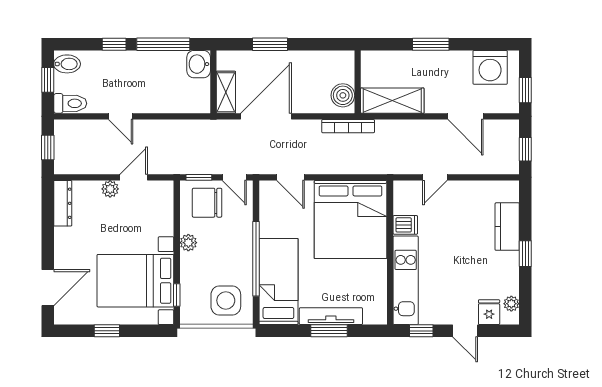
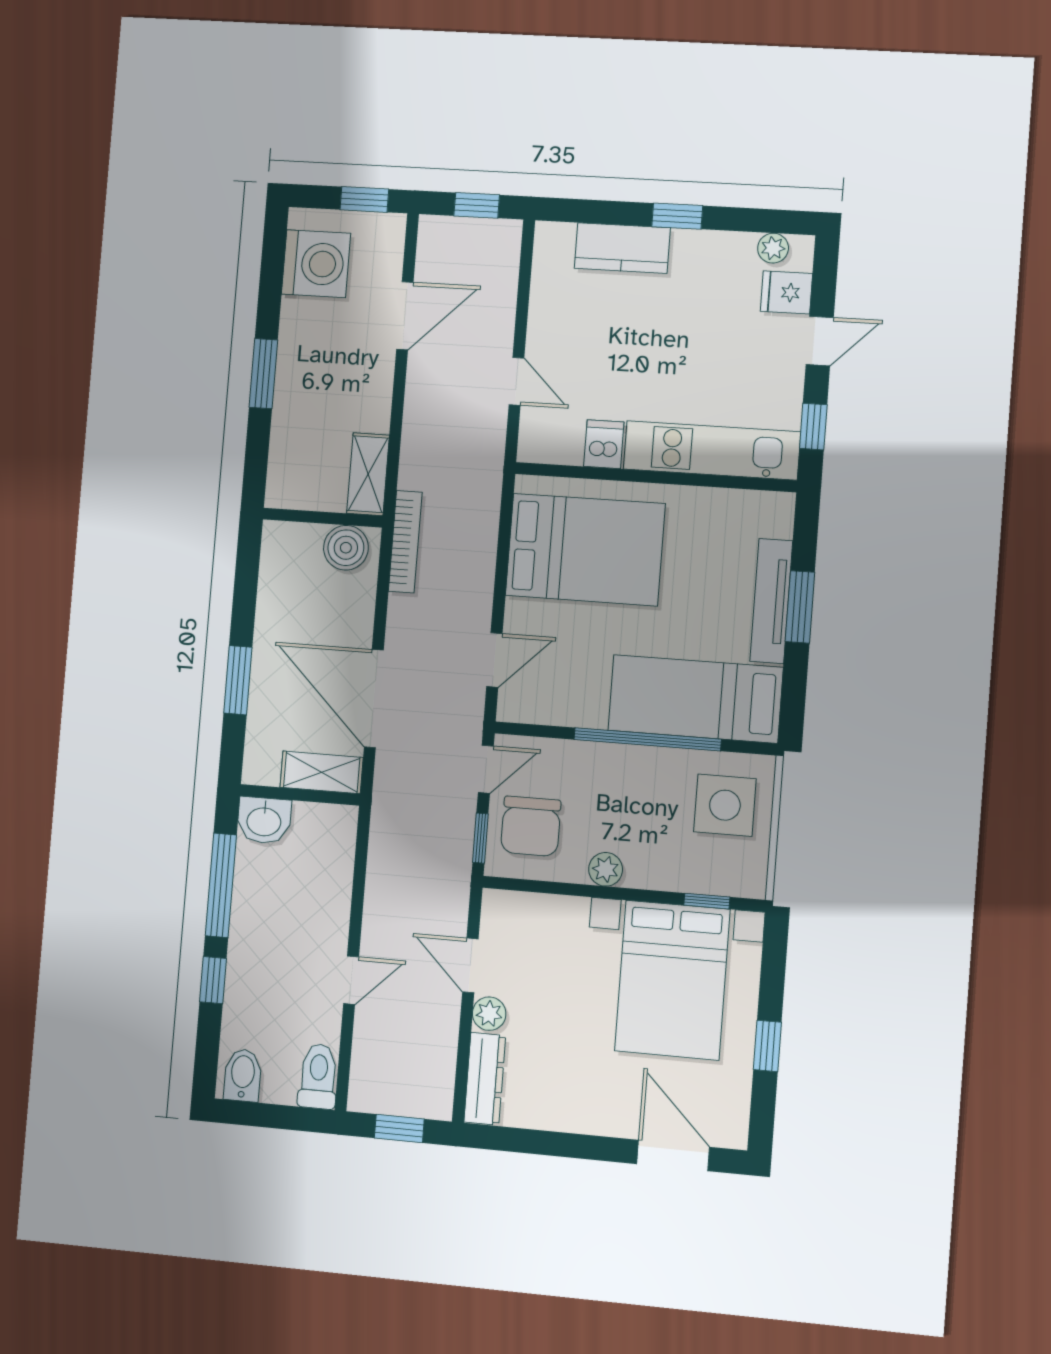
window: (48, 80) -> (270, 1116), removed
shelving: (392, 101) -> (368, 474), width x0.67, depth x0.75
dresser: (63, 203) -> (485, 1079), moved, turned 90
bed: (350, 220) -> (585, 550), width x0.73

